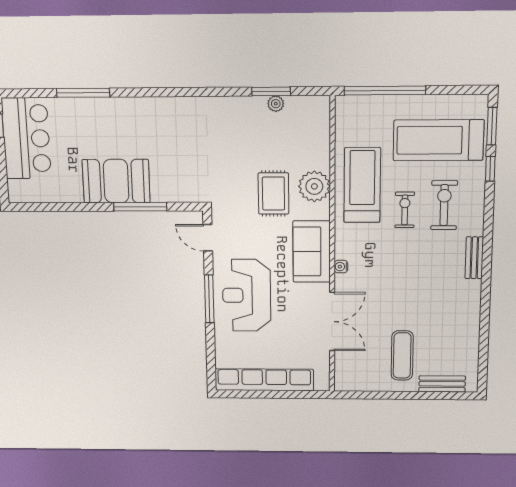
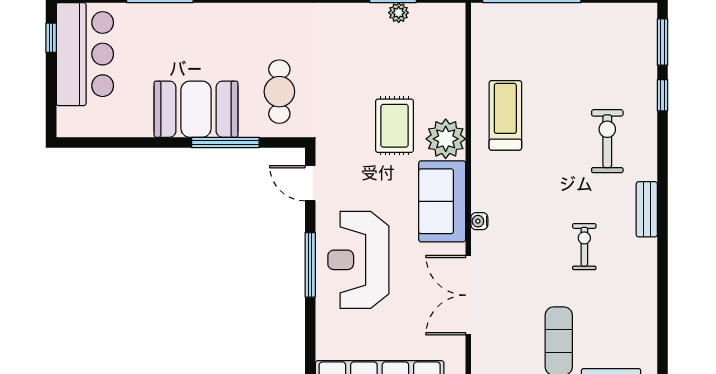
treadmill: (438, 140) -> (598, 59), removed
cafe table: (181, 167) -> (279, 92), added
treadmill: (362, 185) -> (505, 115), width x0.73, depth x0.73
plant: (314, 186) -> (446, 139), moved
exercise bike: (405, 210) -> (584, 247), moved
double door: (332, 322) -> (468, 295), swing flipped

